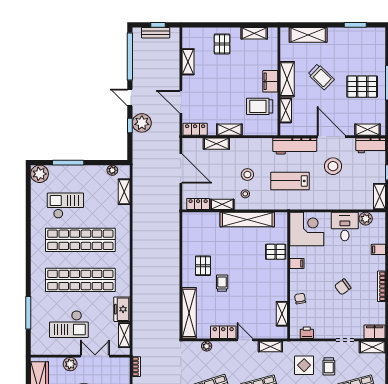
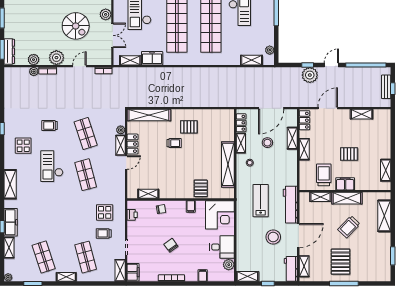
pallet: (222, 44) -> (349, 154), moved
stool: (247, 175) -> (267, 143), moved
shelving: (270, 347) -> (120, 145), moved

